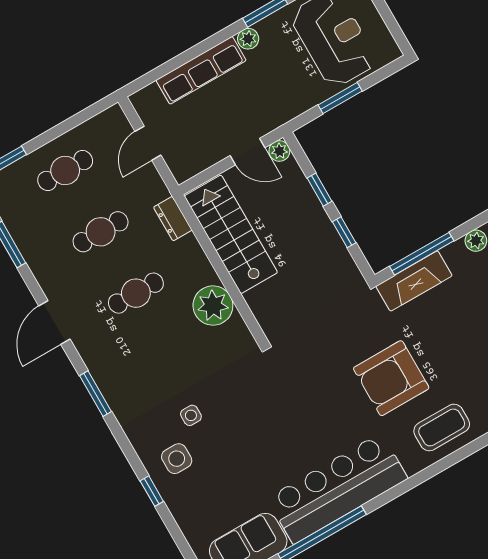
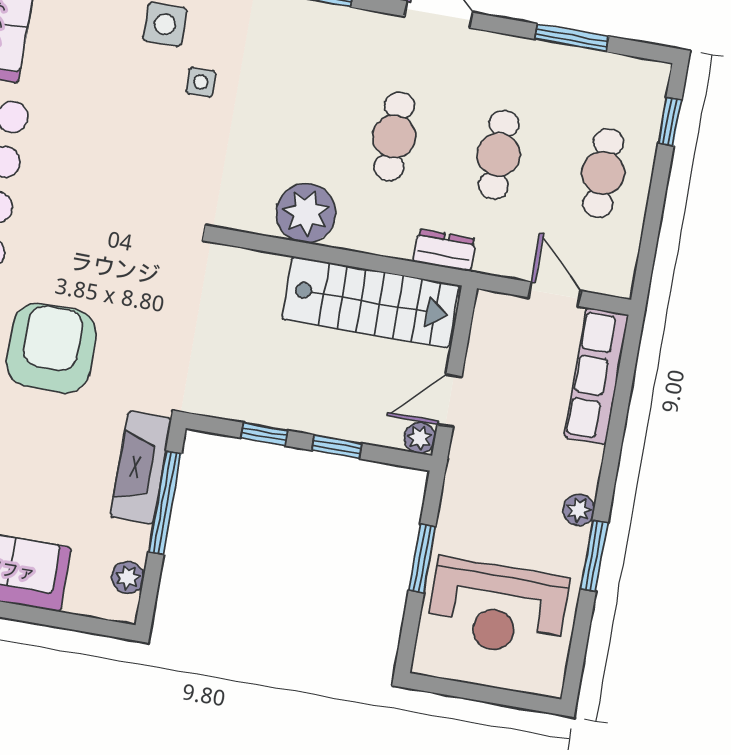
row of seats: (201, 70) -> (596, 376), moved

